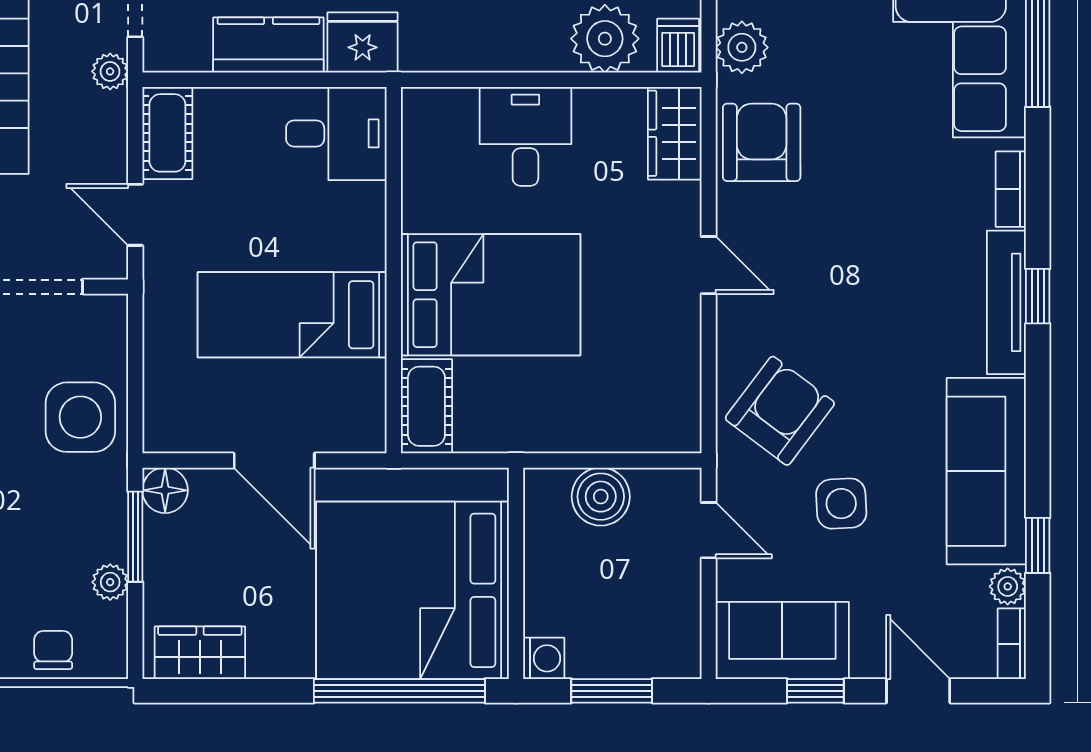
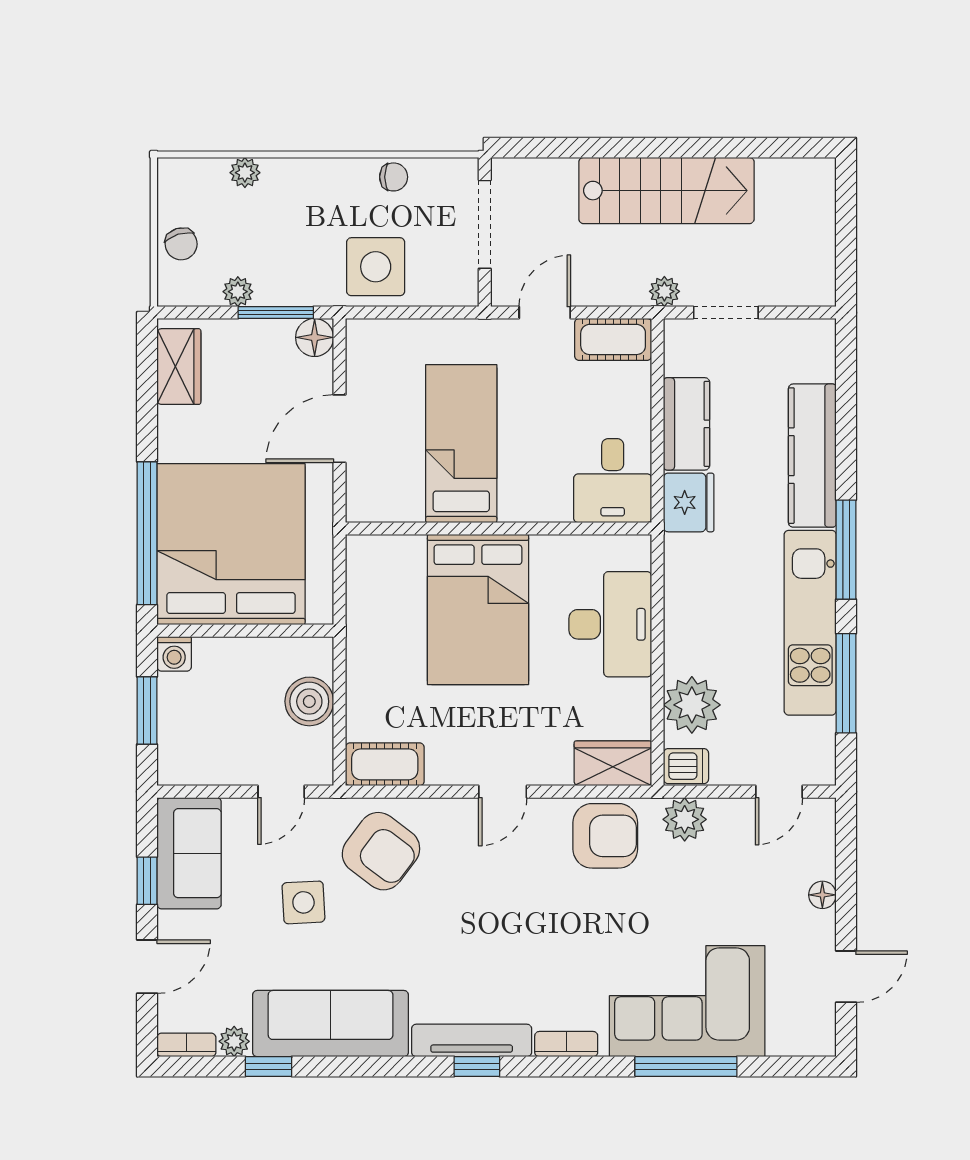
desk: (525, 136) -> (610, 624), width x1.37
cot: (426, 406) -> (385, 764), moved
chair: (53, 650) -> (181, 244), turned 73

